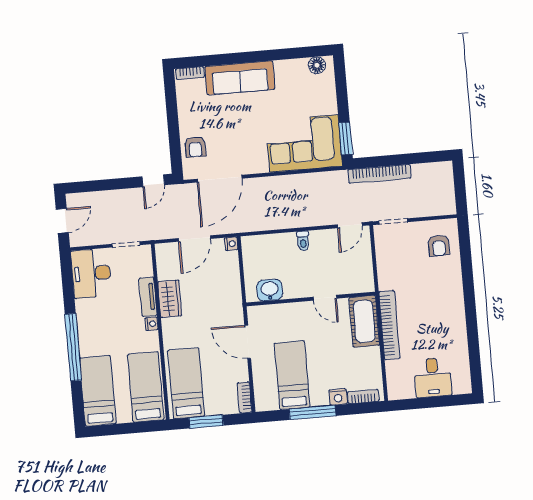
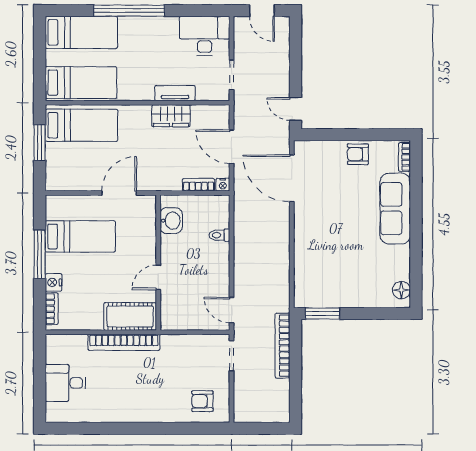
corner sofa: (304, 144) -> (321, 270), removed
armchair: (195, 147) -> (358, 154), moved
toilet: (303, 241) -> (219, 235), moved
nightstand: (152, 324) -> (147, 94), removed
bookcase: (244, 398) -> (198, 185), moved

